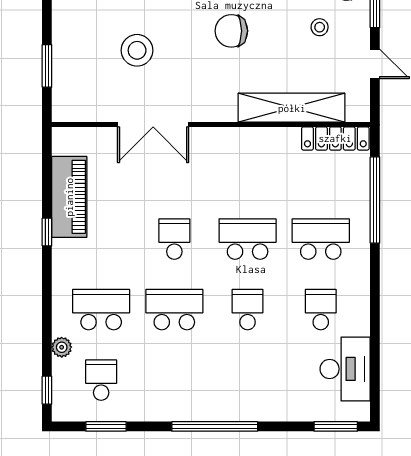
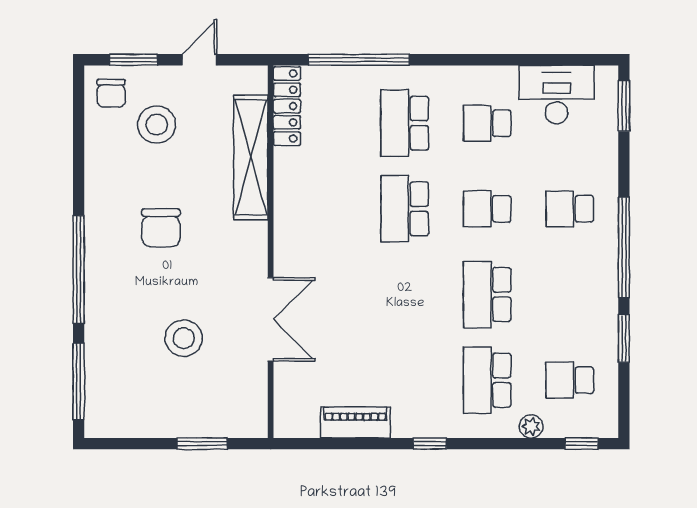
stool: (320, 27) -> (157, 125), width x1.89, depth x1.89
piano: (69, 197) -> (355, 423), width x0.73, depth x0.75
window: (47, 232) -> (430, 444), moved
school desk: (174, 239) -> (570, 209), moved
window: (106, 426) -> (624, 338), moved

